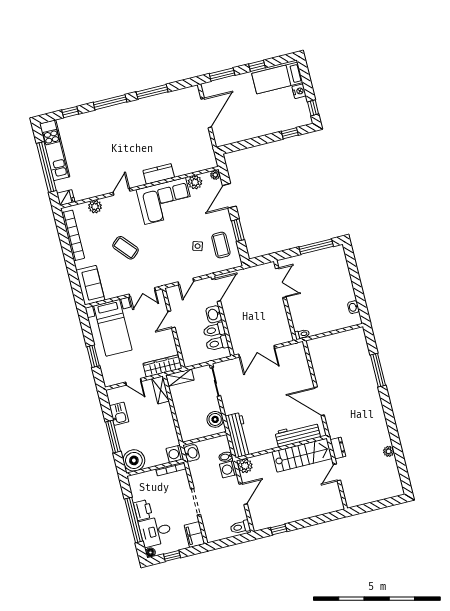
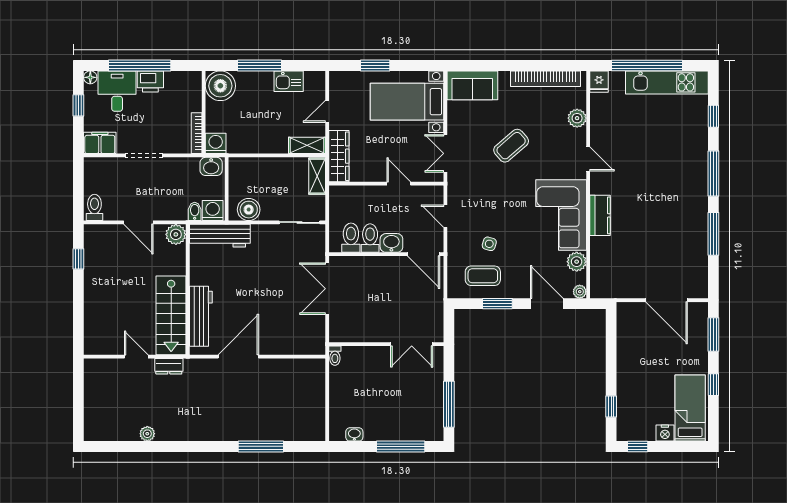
window: (354, 273) -> (401, 446), added
washing machine: (228, 469) -> (213, 211), moved

